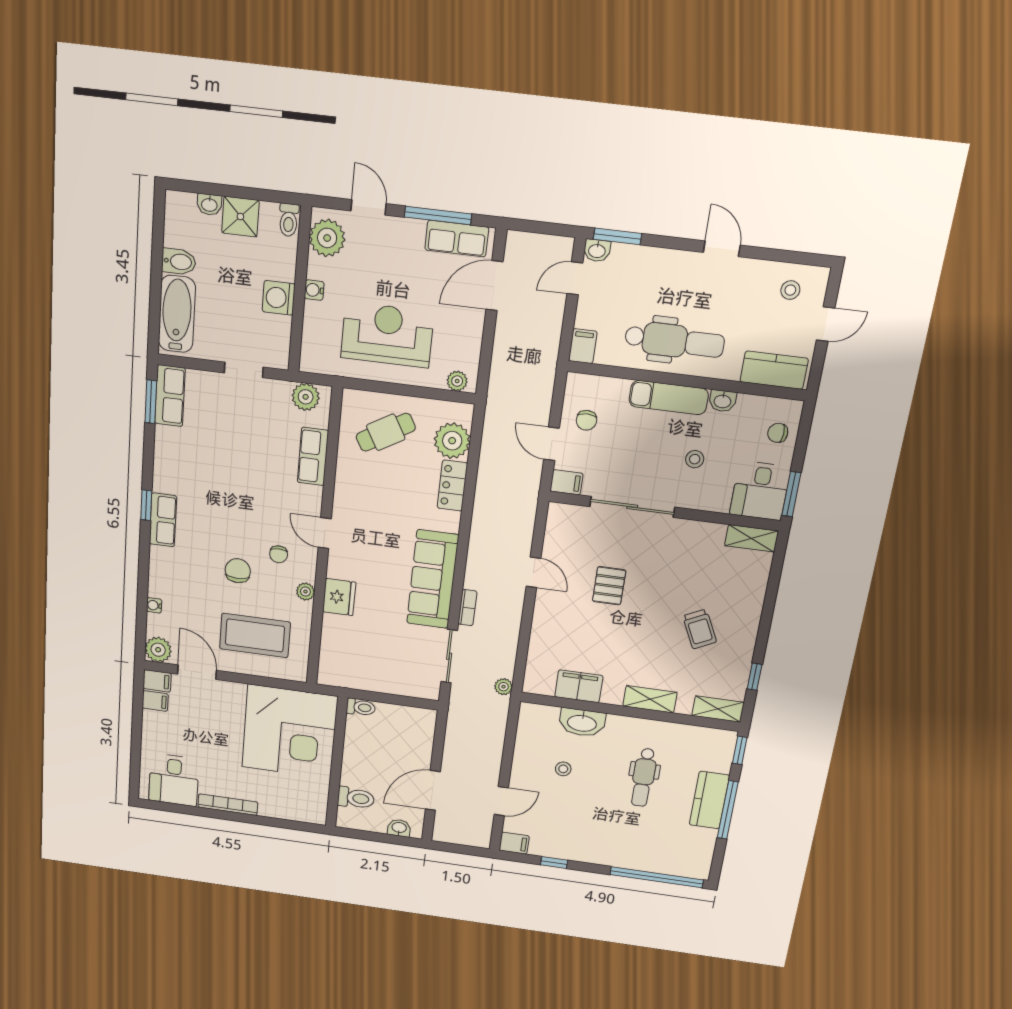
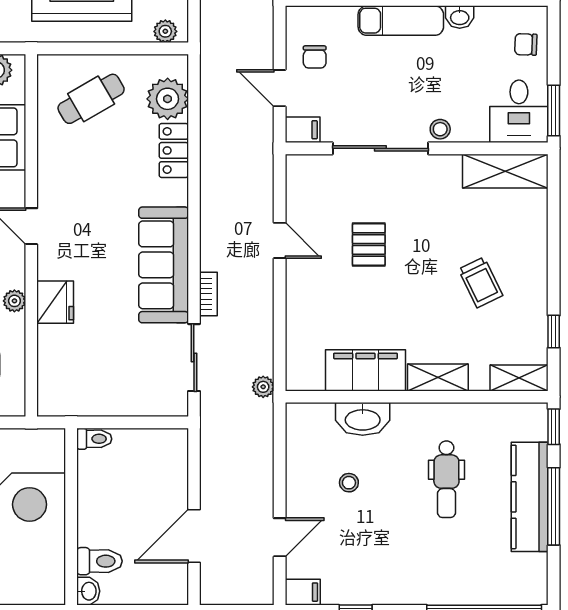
stool: (695, 459) -> (440, 129), moved
shelving: (752, 538) -> (505, 171), width x1.50, depth x1.33
filing cabinet: (579, 686) -> (365, 370), width x1.50, depth x1.17
kitchen counter: (709, 800) -> (530, 497), width x1.50
washbasin: (399, 828) -> (88, 591), moved, turned 90

